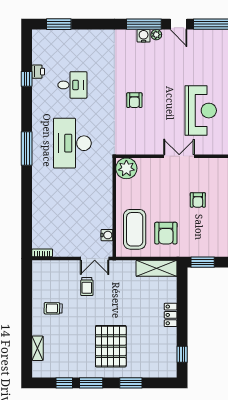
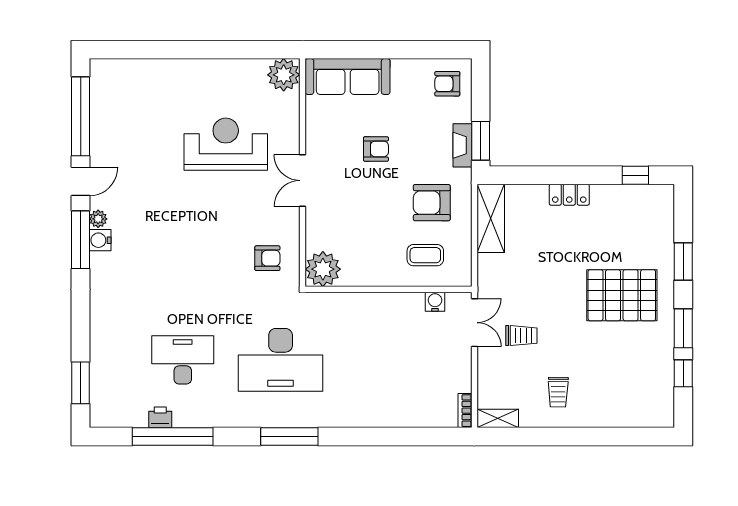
window: (27, 79) -> (173, 437), width x3.17
desk: (72, 85) -> (183, 360), width x1.37
armchair: (134, 100) -> (267, 258), moved
coffee table: (135, 229) -> (425, 255), width x0.54, depth x0.58
armchair: (166, 233) -> (432, 203), turned 180
fireplace: (200, 251) -> (462, 145), added
shelving: (38, 348) -> (498, 418), moved

